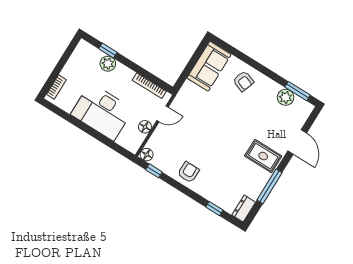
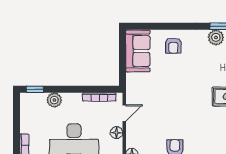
window: (108, 50) -> (35, 89), moved
armchair: (243, 81) -> (173, 46), turned 71

